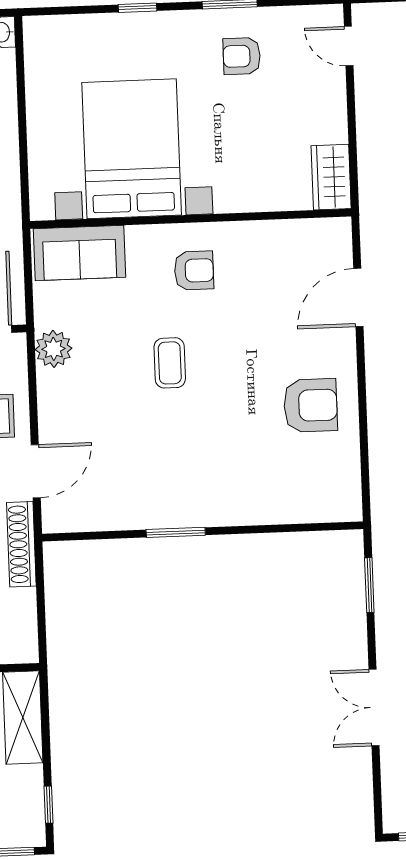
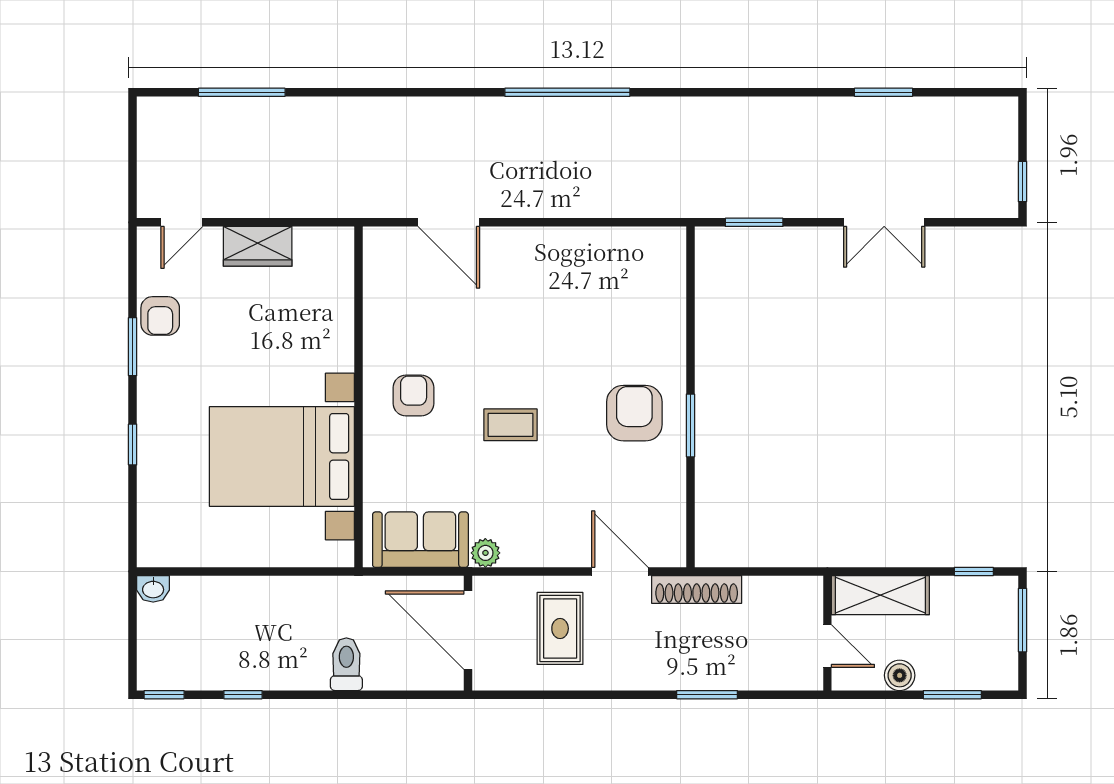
armchair: (242, 56) -> (160, 316), moved
wardrobe: (331, 177) -> (258, 246), moved
sofa: (79, 253) -> (420, 540), moved, turned -90
plant: (54, 349) -> (485, 553), width x0.73, depth x0.73
armchair: (311, 405) -> (634, 413), moved

